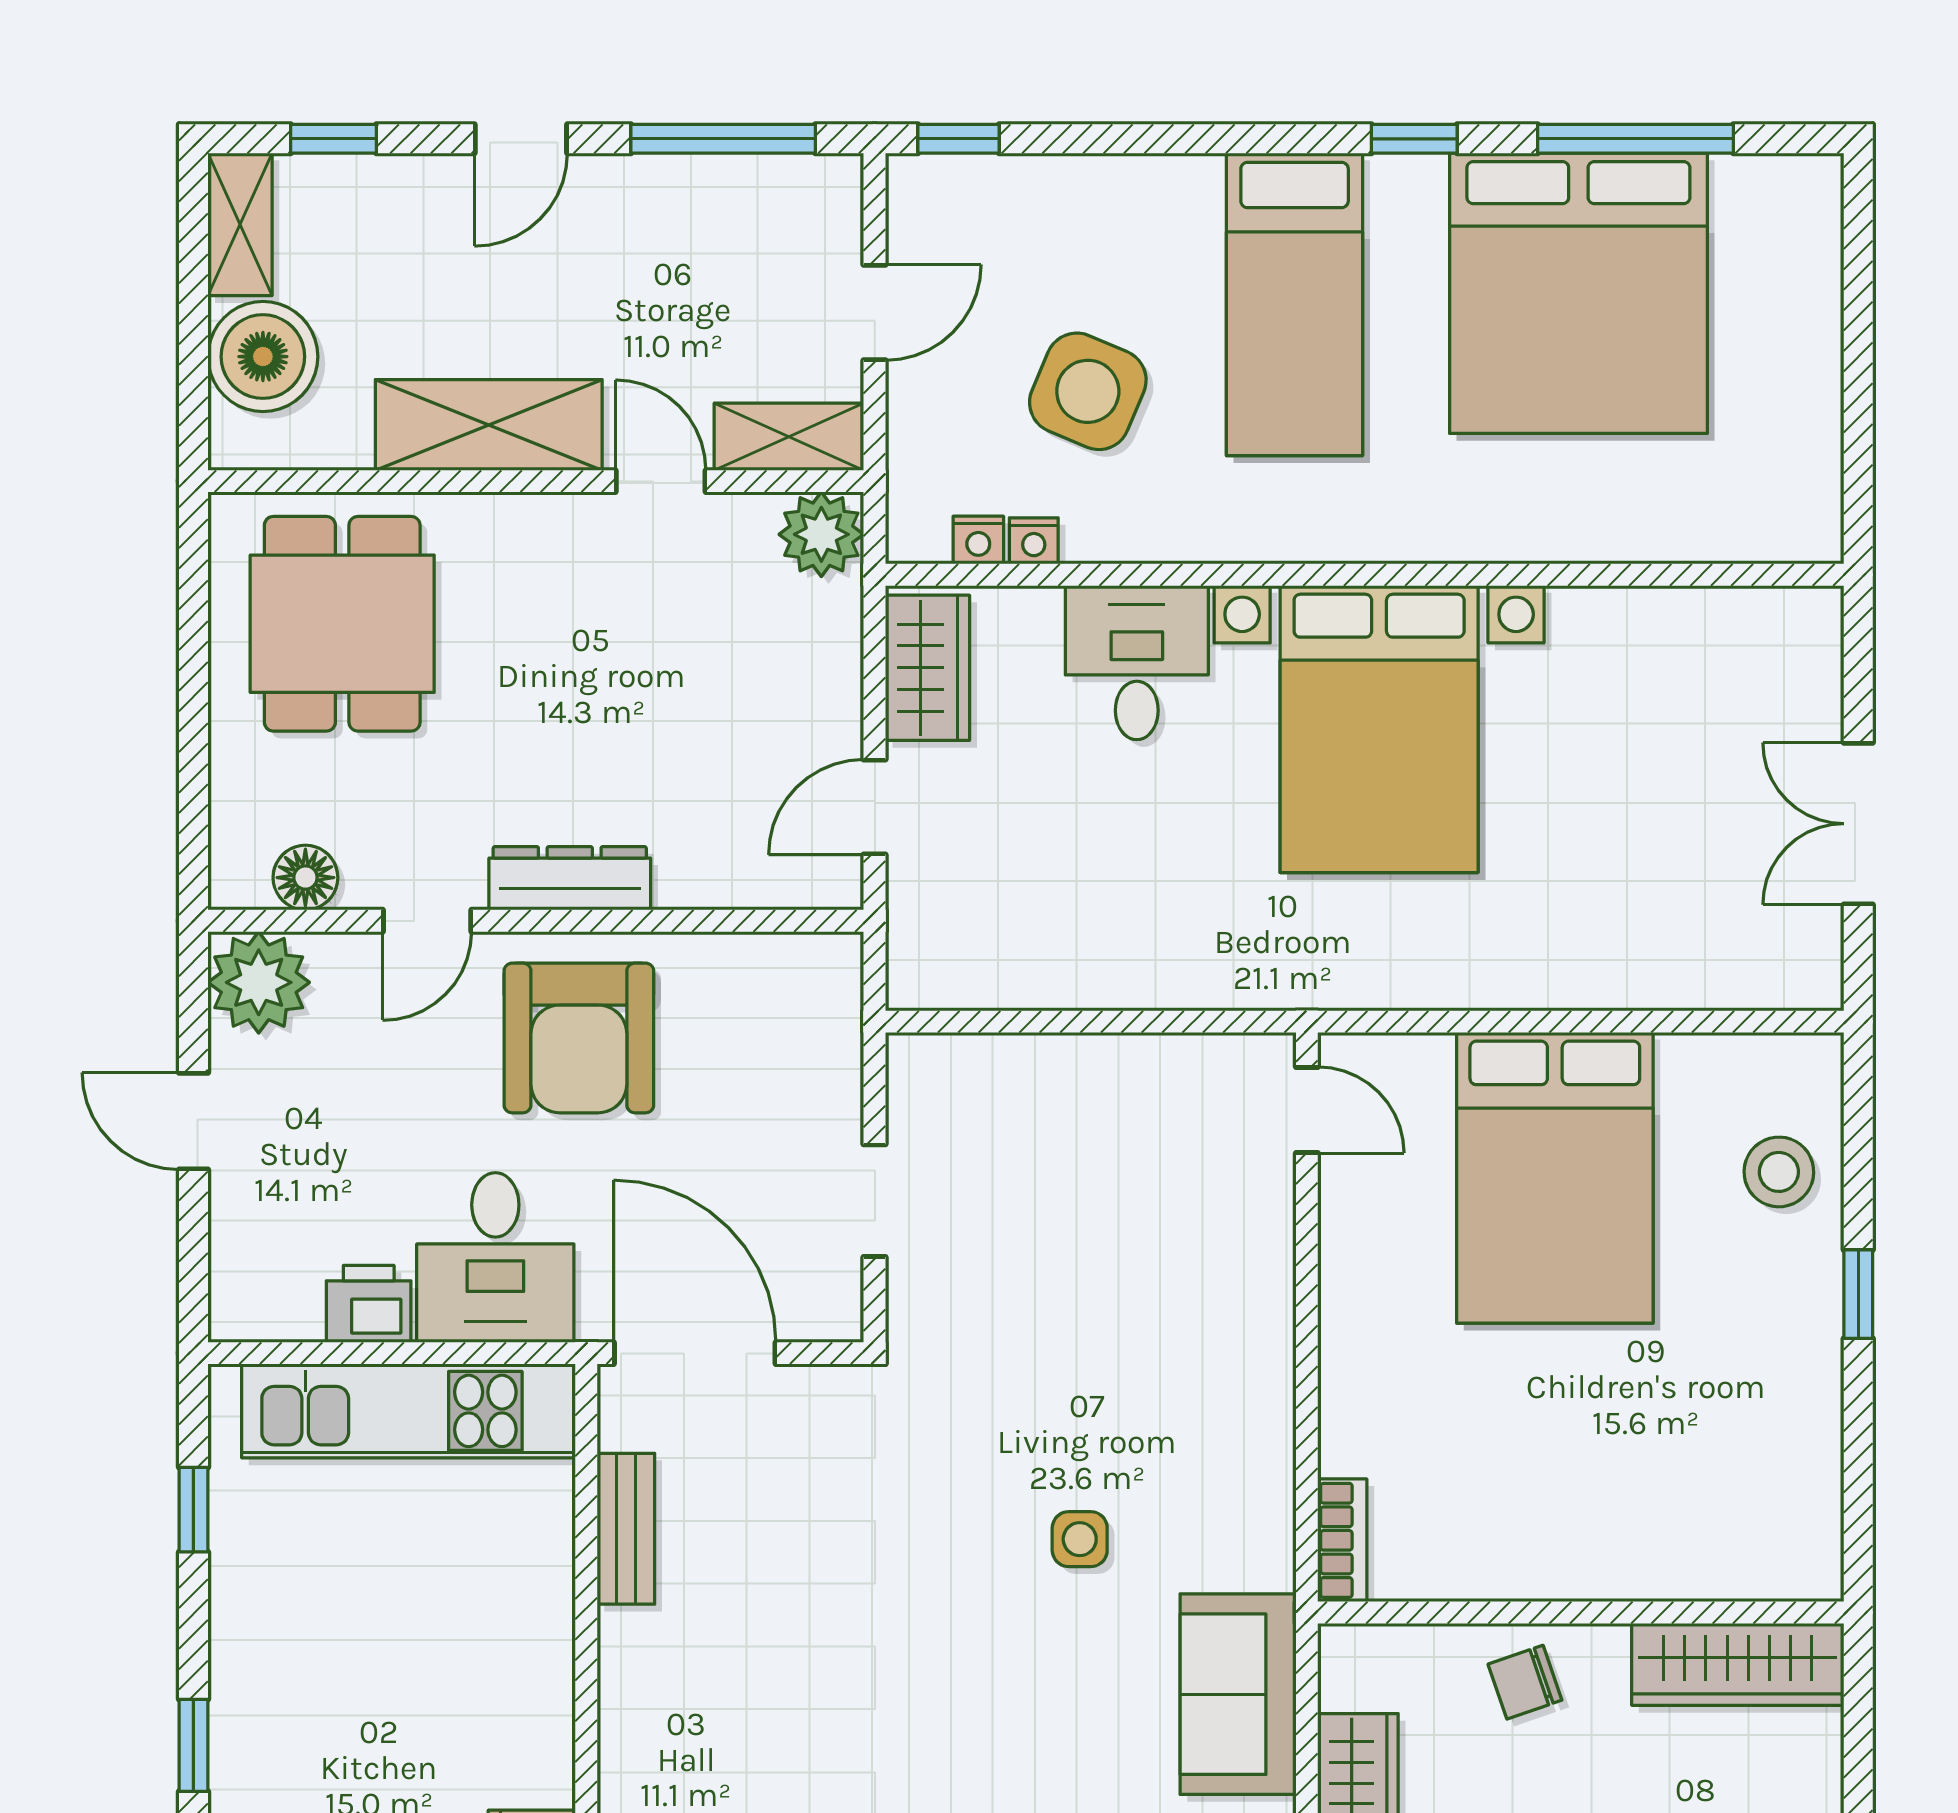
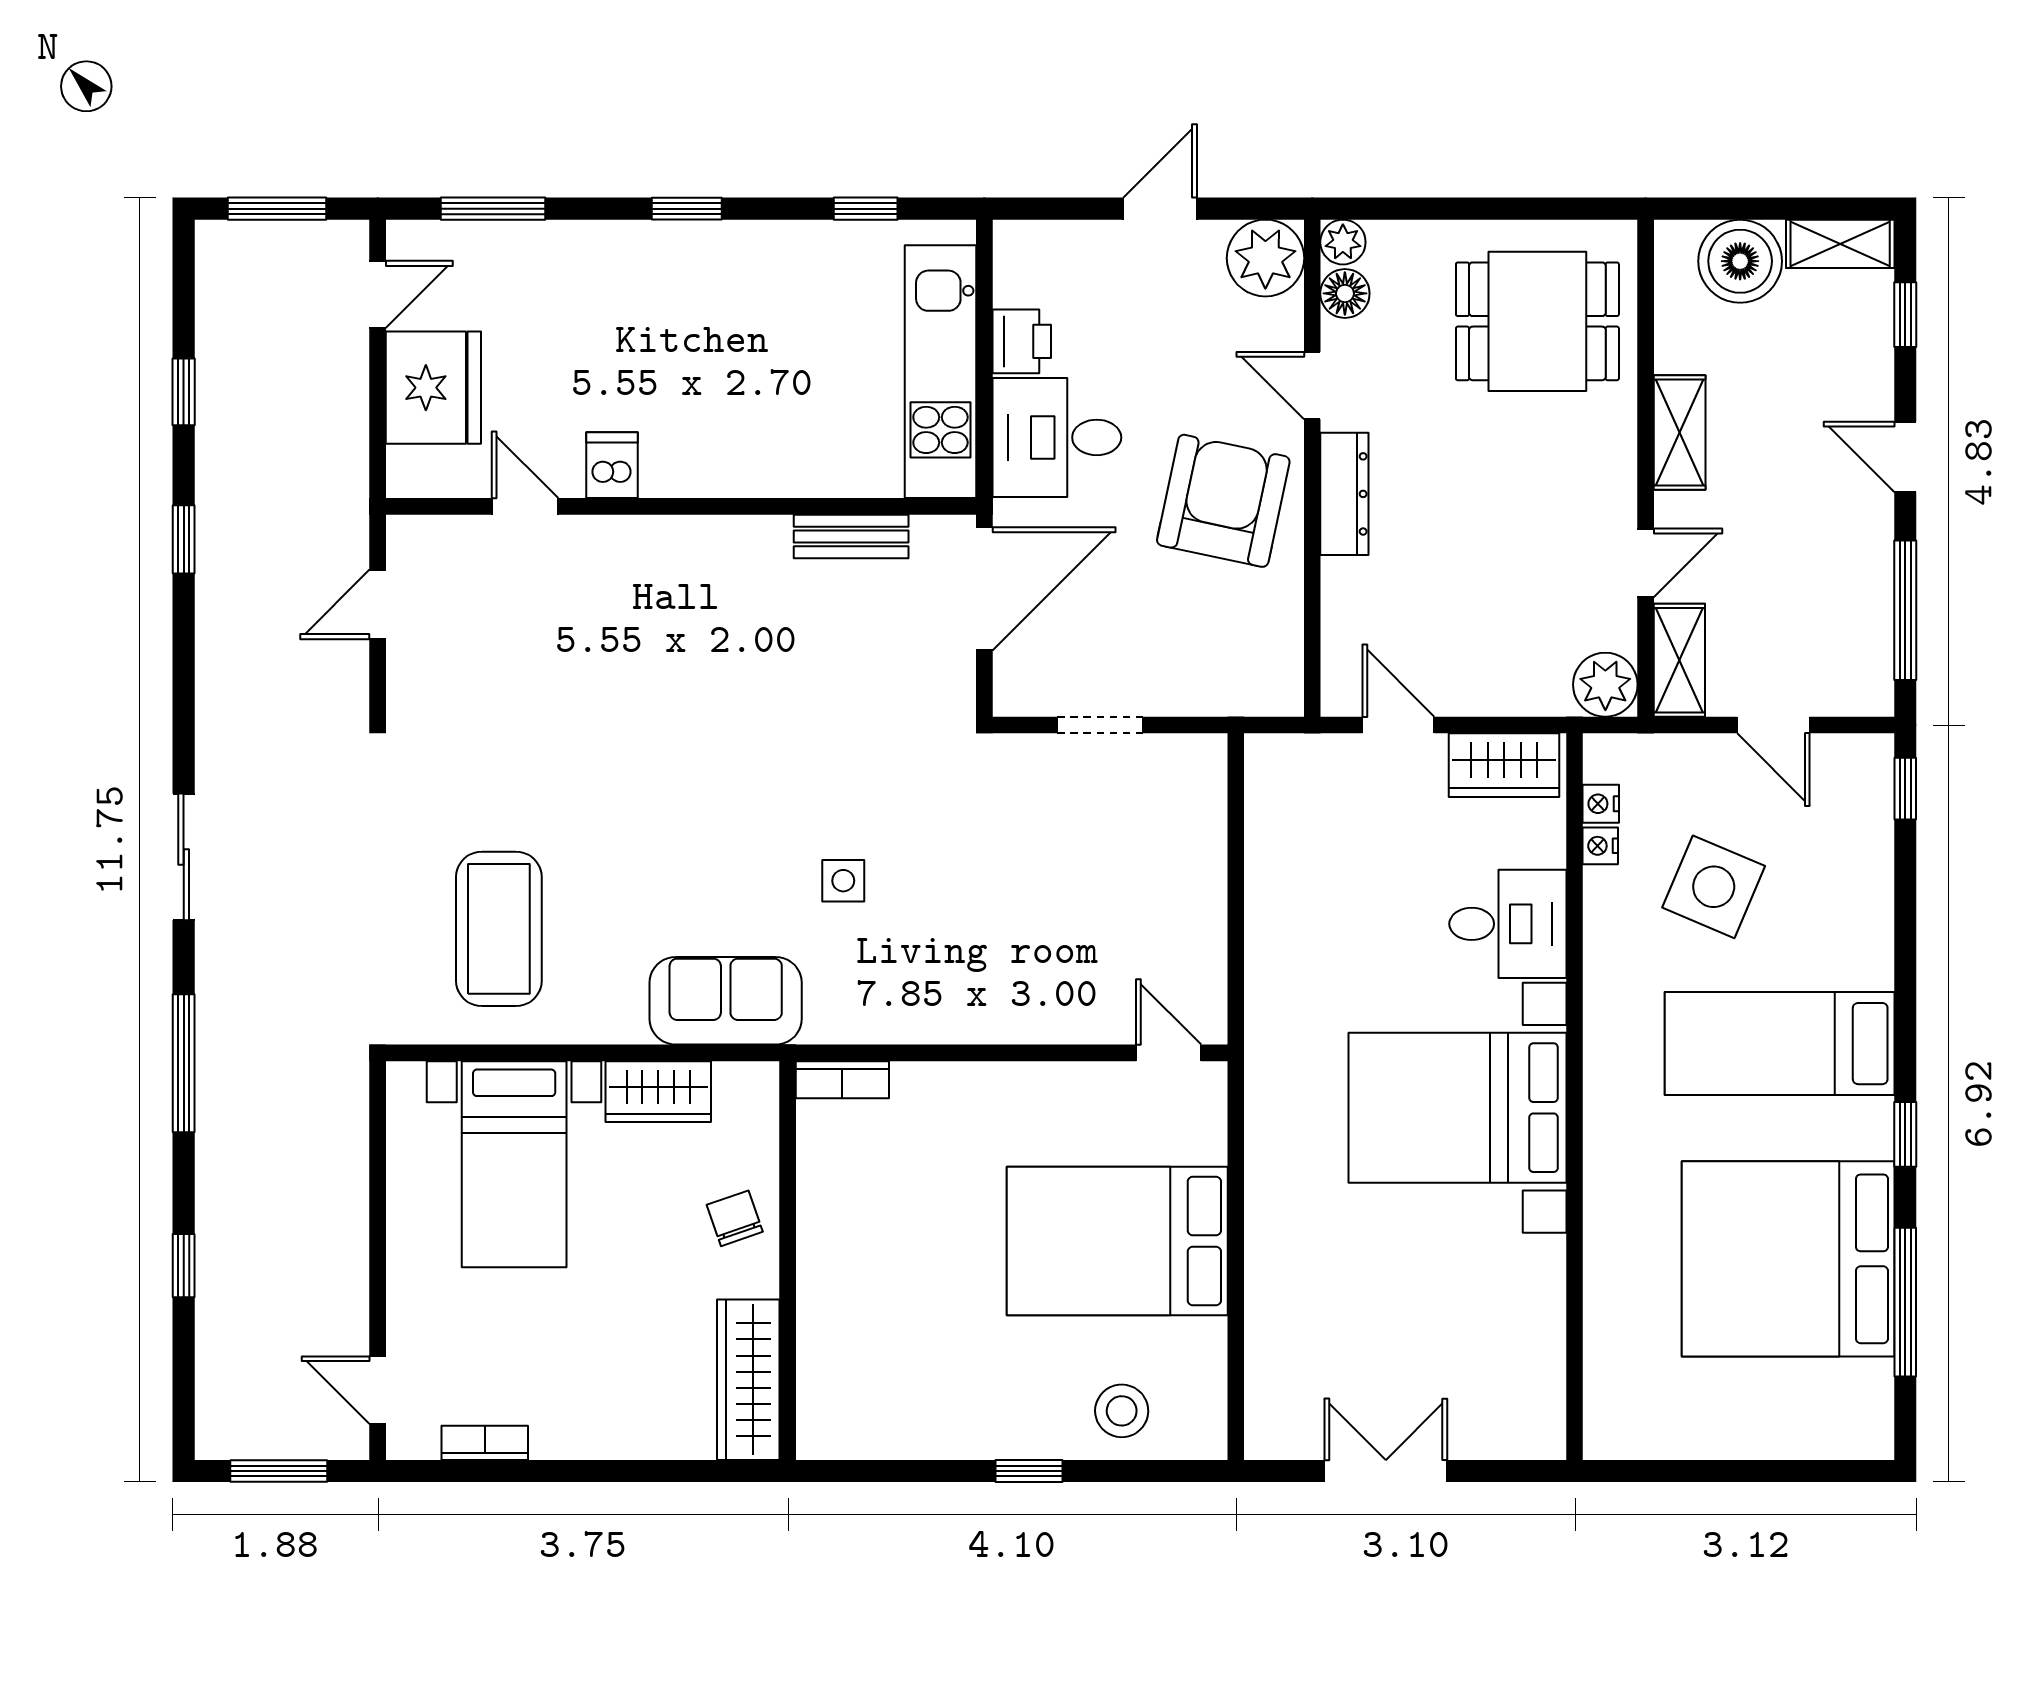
shelving: (489, 425) -> (1680, 433), width x0.67, depth x0.75
plant: (238, 880) -> (1343, 242), added
armchair: (579, 1038) -> (1223, 501), turned 102
door: (1307, 1110) -> (1169, 1053), swing flipped

